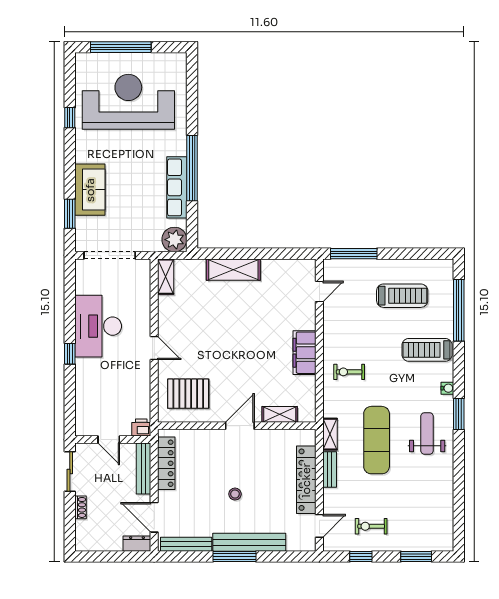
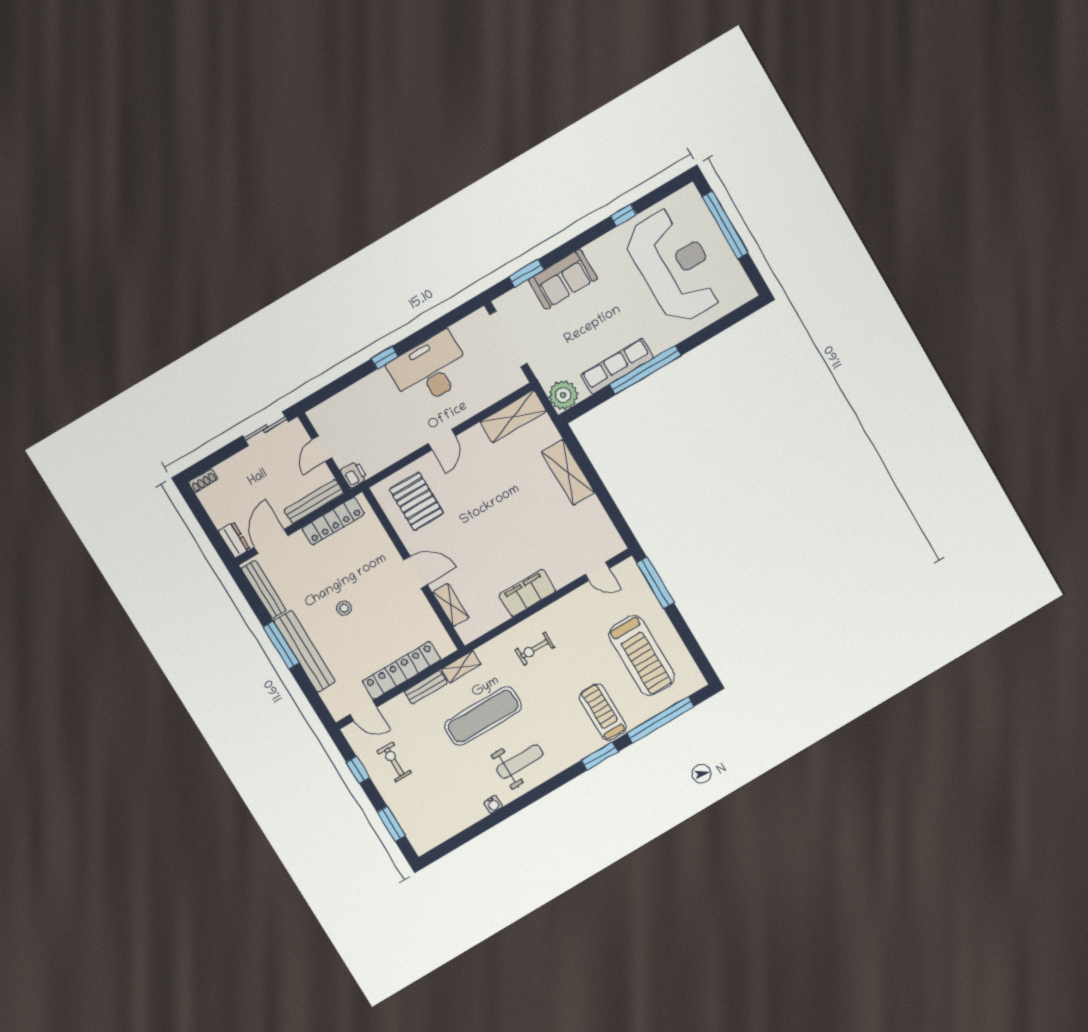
shelving: (166, 277) -> (513, 416), width x1.50, depth x1.33
treadmill: (402, 296) -> (642, 656), width x1.37, depth x1.38
exercise bike: (349, 372) -> (535, 649), turned -90
water cooler: (447, 388) -> (493, 804), moved
window: (459, 414) -> (600, 756), moved
shoe rack: (81, 507) -> (203, 481), moved

